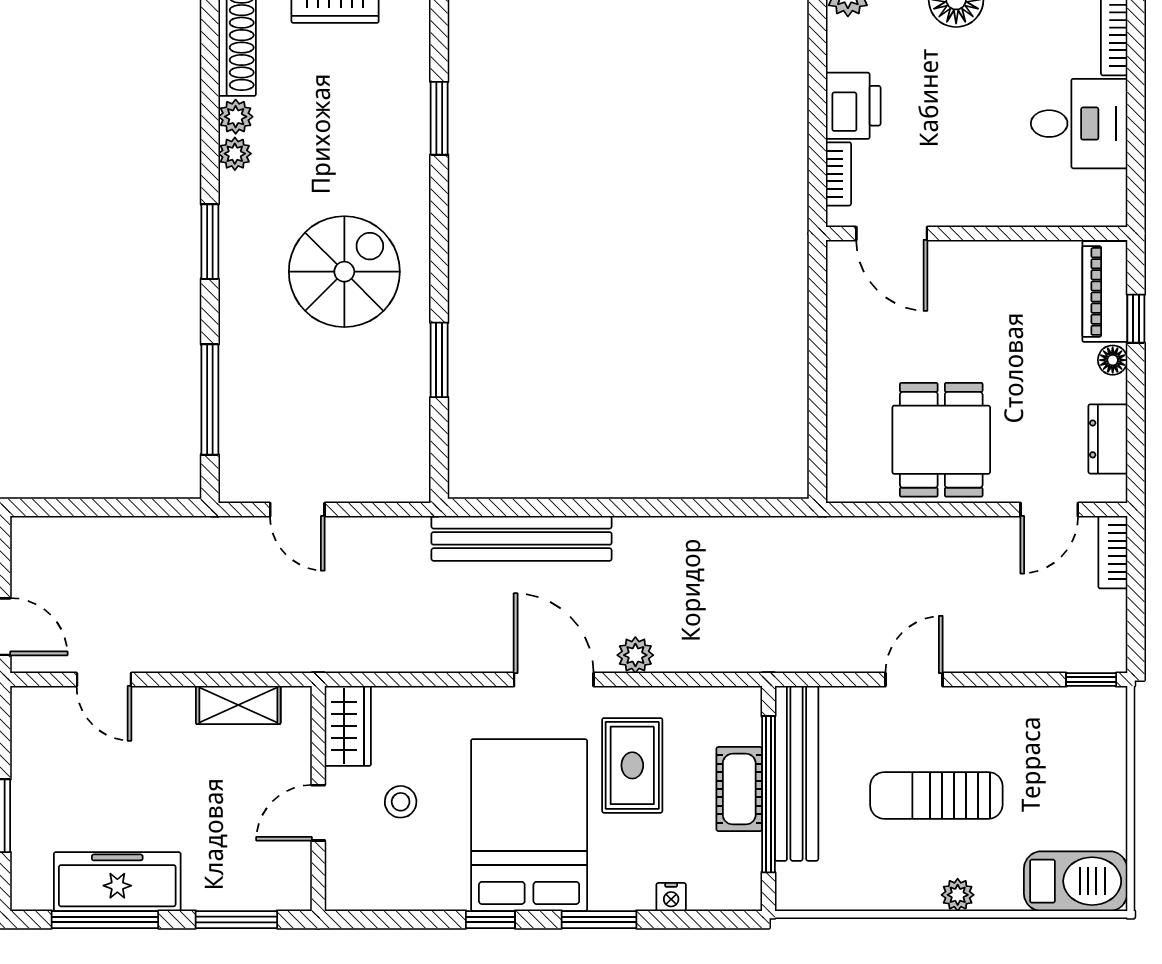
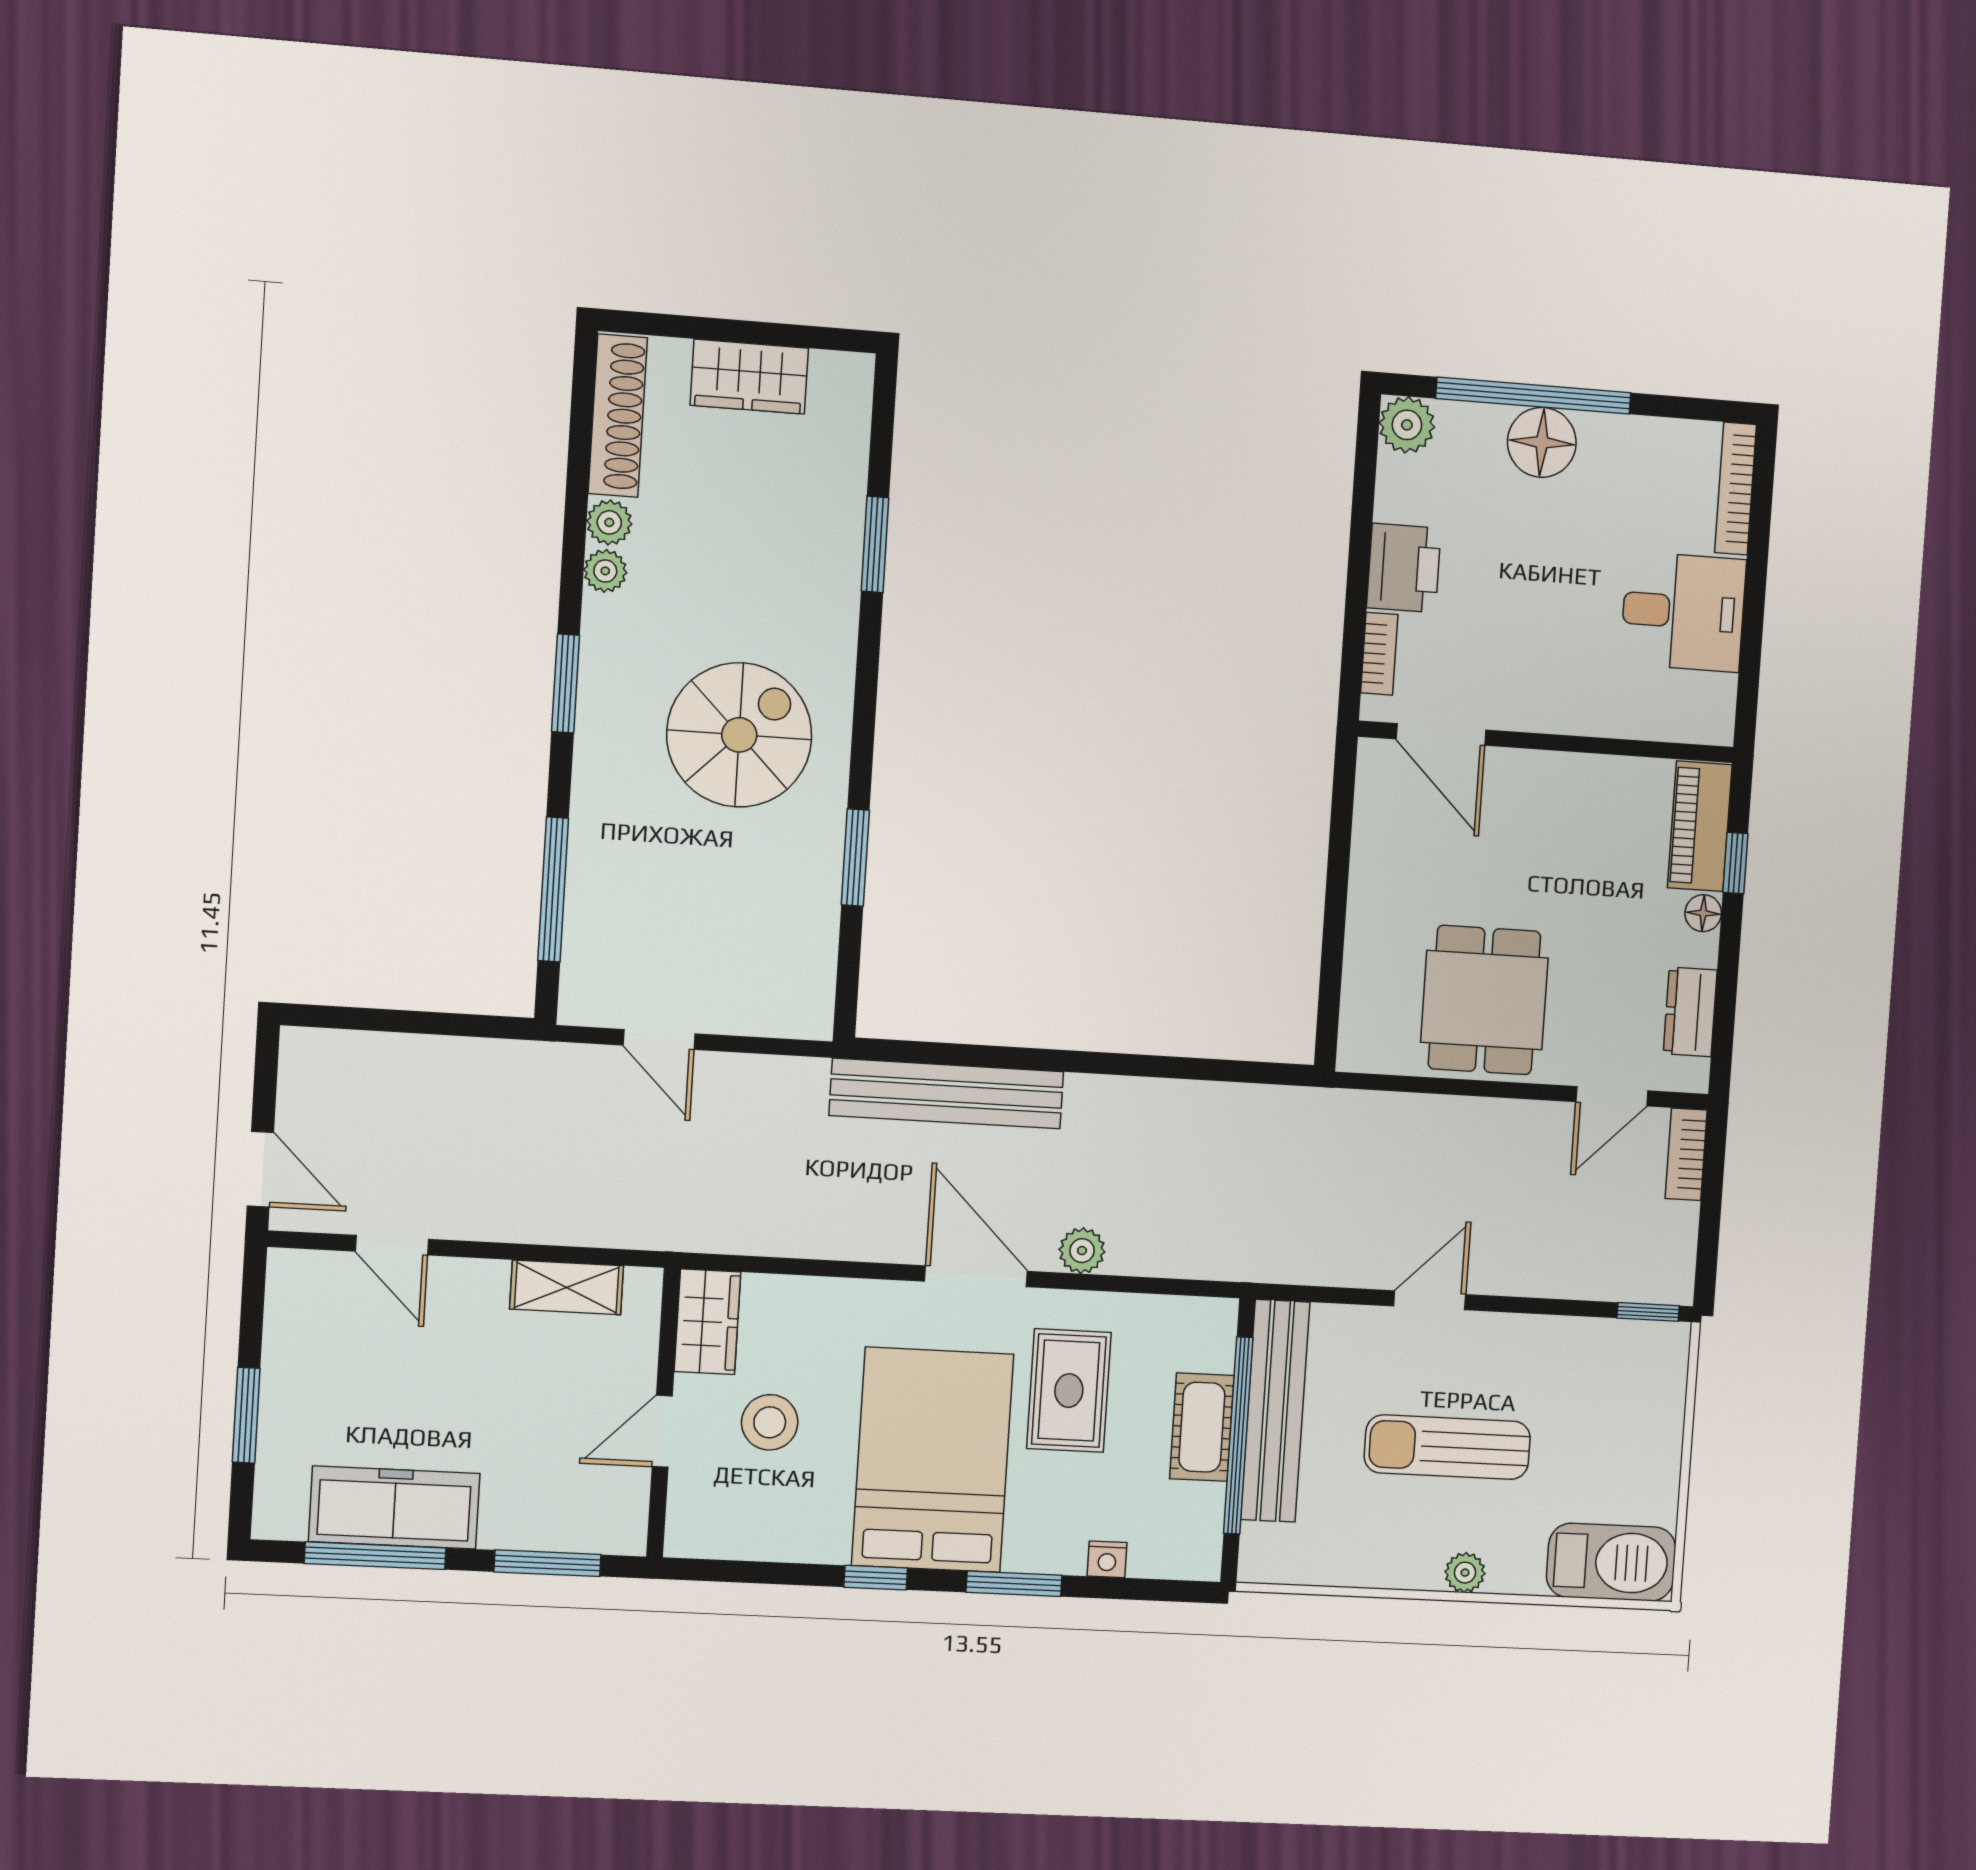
stool: (401, 802) -> (770, 1422), width x1.37, depth x1.37

